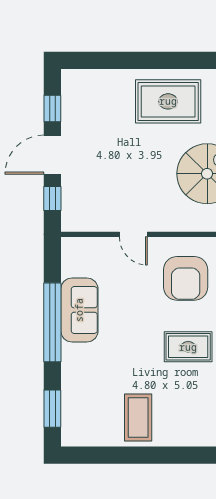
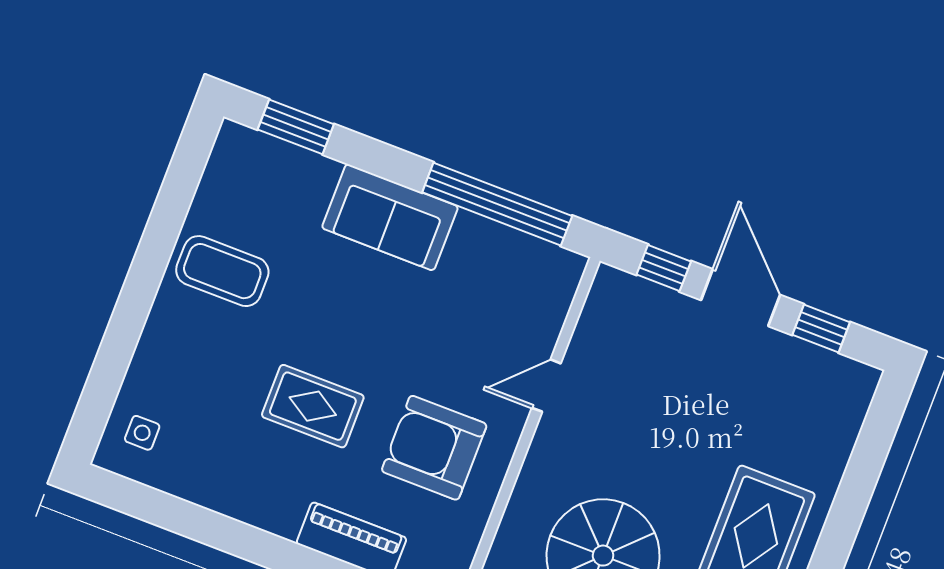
sofa: (79, 310) -> (390, 217), moved
window: (52, 322) -> (497, 204), moved
rug: (188, 347) -> (313, 406), turned 90

